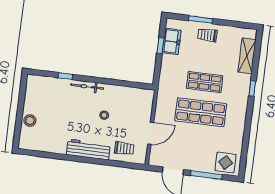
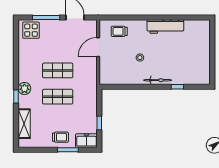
freezer: (172, 41) -> (86, 141), moved, turned 90
plant: (242, 96) -> (24, 89), added
shop shelf: (201, 112) -> (58, 70), width x0.70, depth x0.74
stool: (30, 121) -> (203, 45), removed
workbench: (88, 150) -> (165, 26), moved

